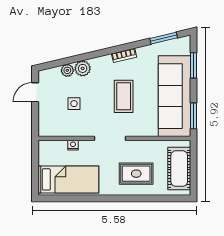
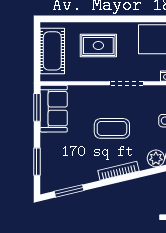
bookcase: (124, 55) -> (118, 171), width x1.56
coffee table: (124, 96) -> (112, 128), turned 90
sofa: (174, 96) -> (54, 109), width x0.54, depth x0.79

